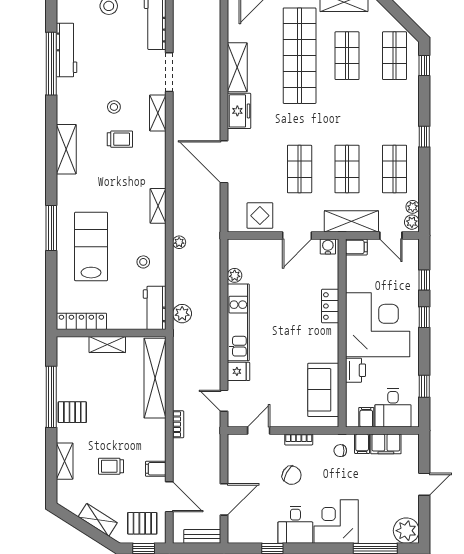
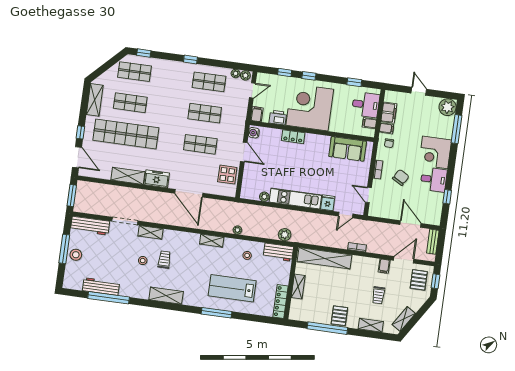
door: (224, 162) -> (189, 193), hinge flipped
shelving: (351, 221) -> (239, 115), removed
printer: (356, 370) -> (278, 118), moved
shelving: (98, 520) -> (404, 319), moved

